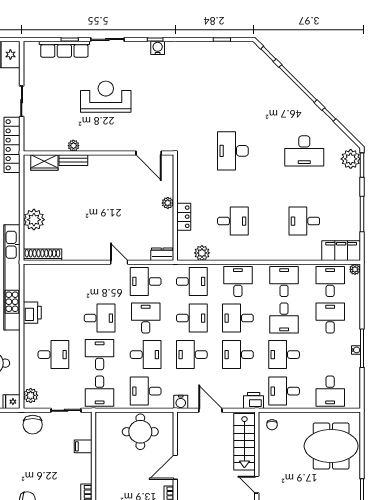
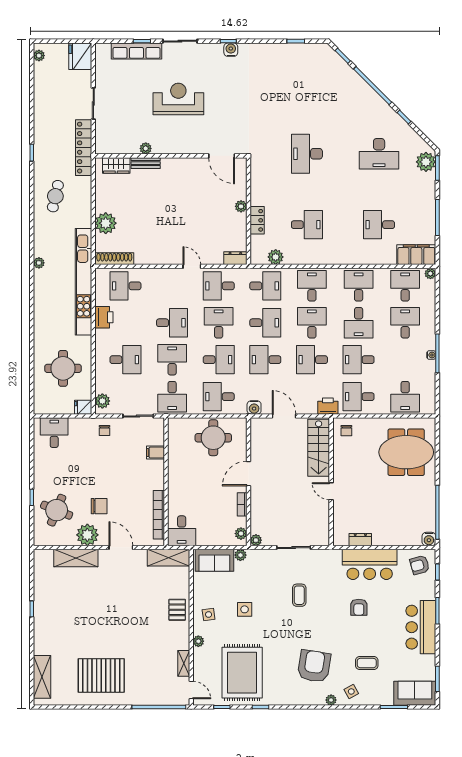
desk: (53, 281) -> (125, 286), added
desk: (238, 318) -> (312, 323), turned 90
chair: (33, 425) -> (104, 430), width x0.54, depth x0.54

